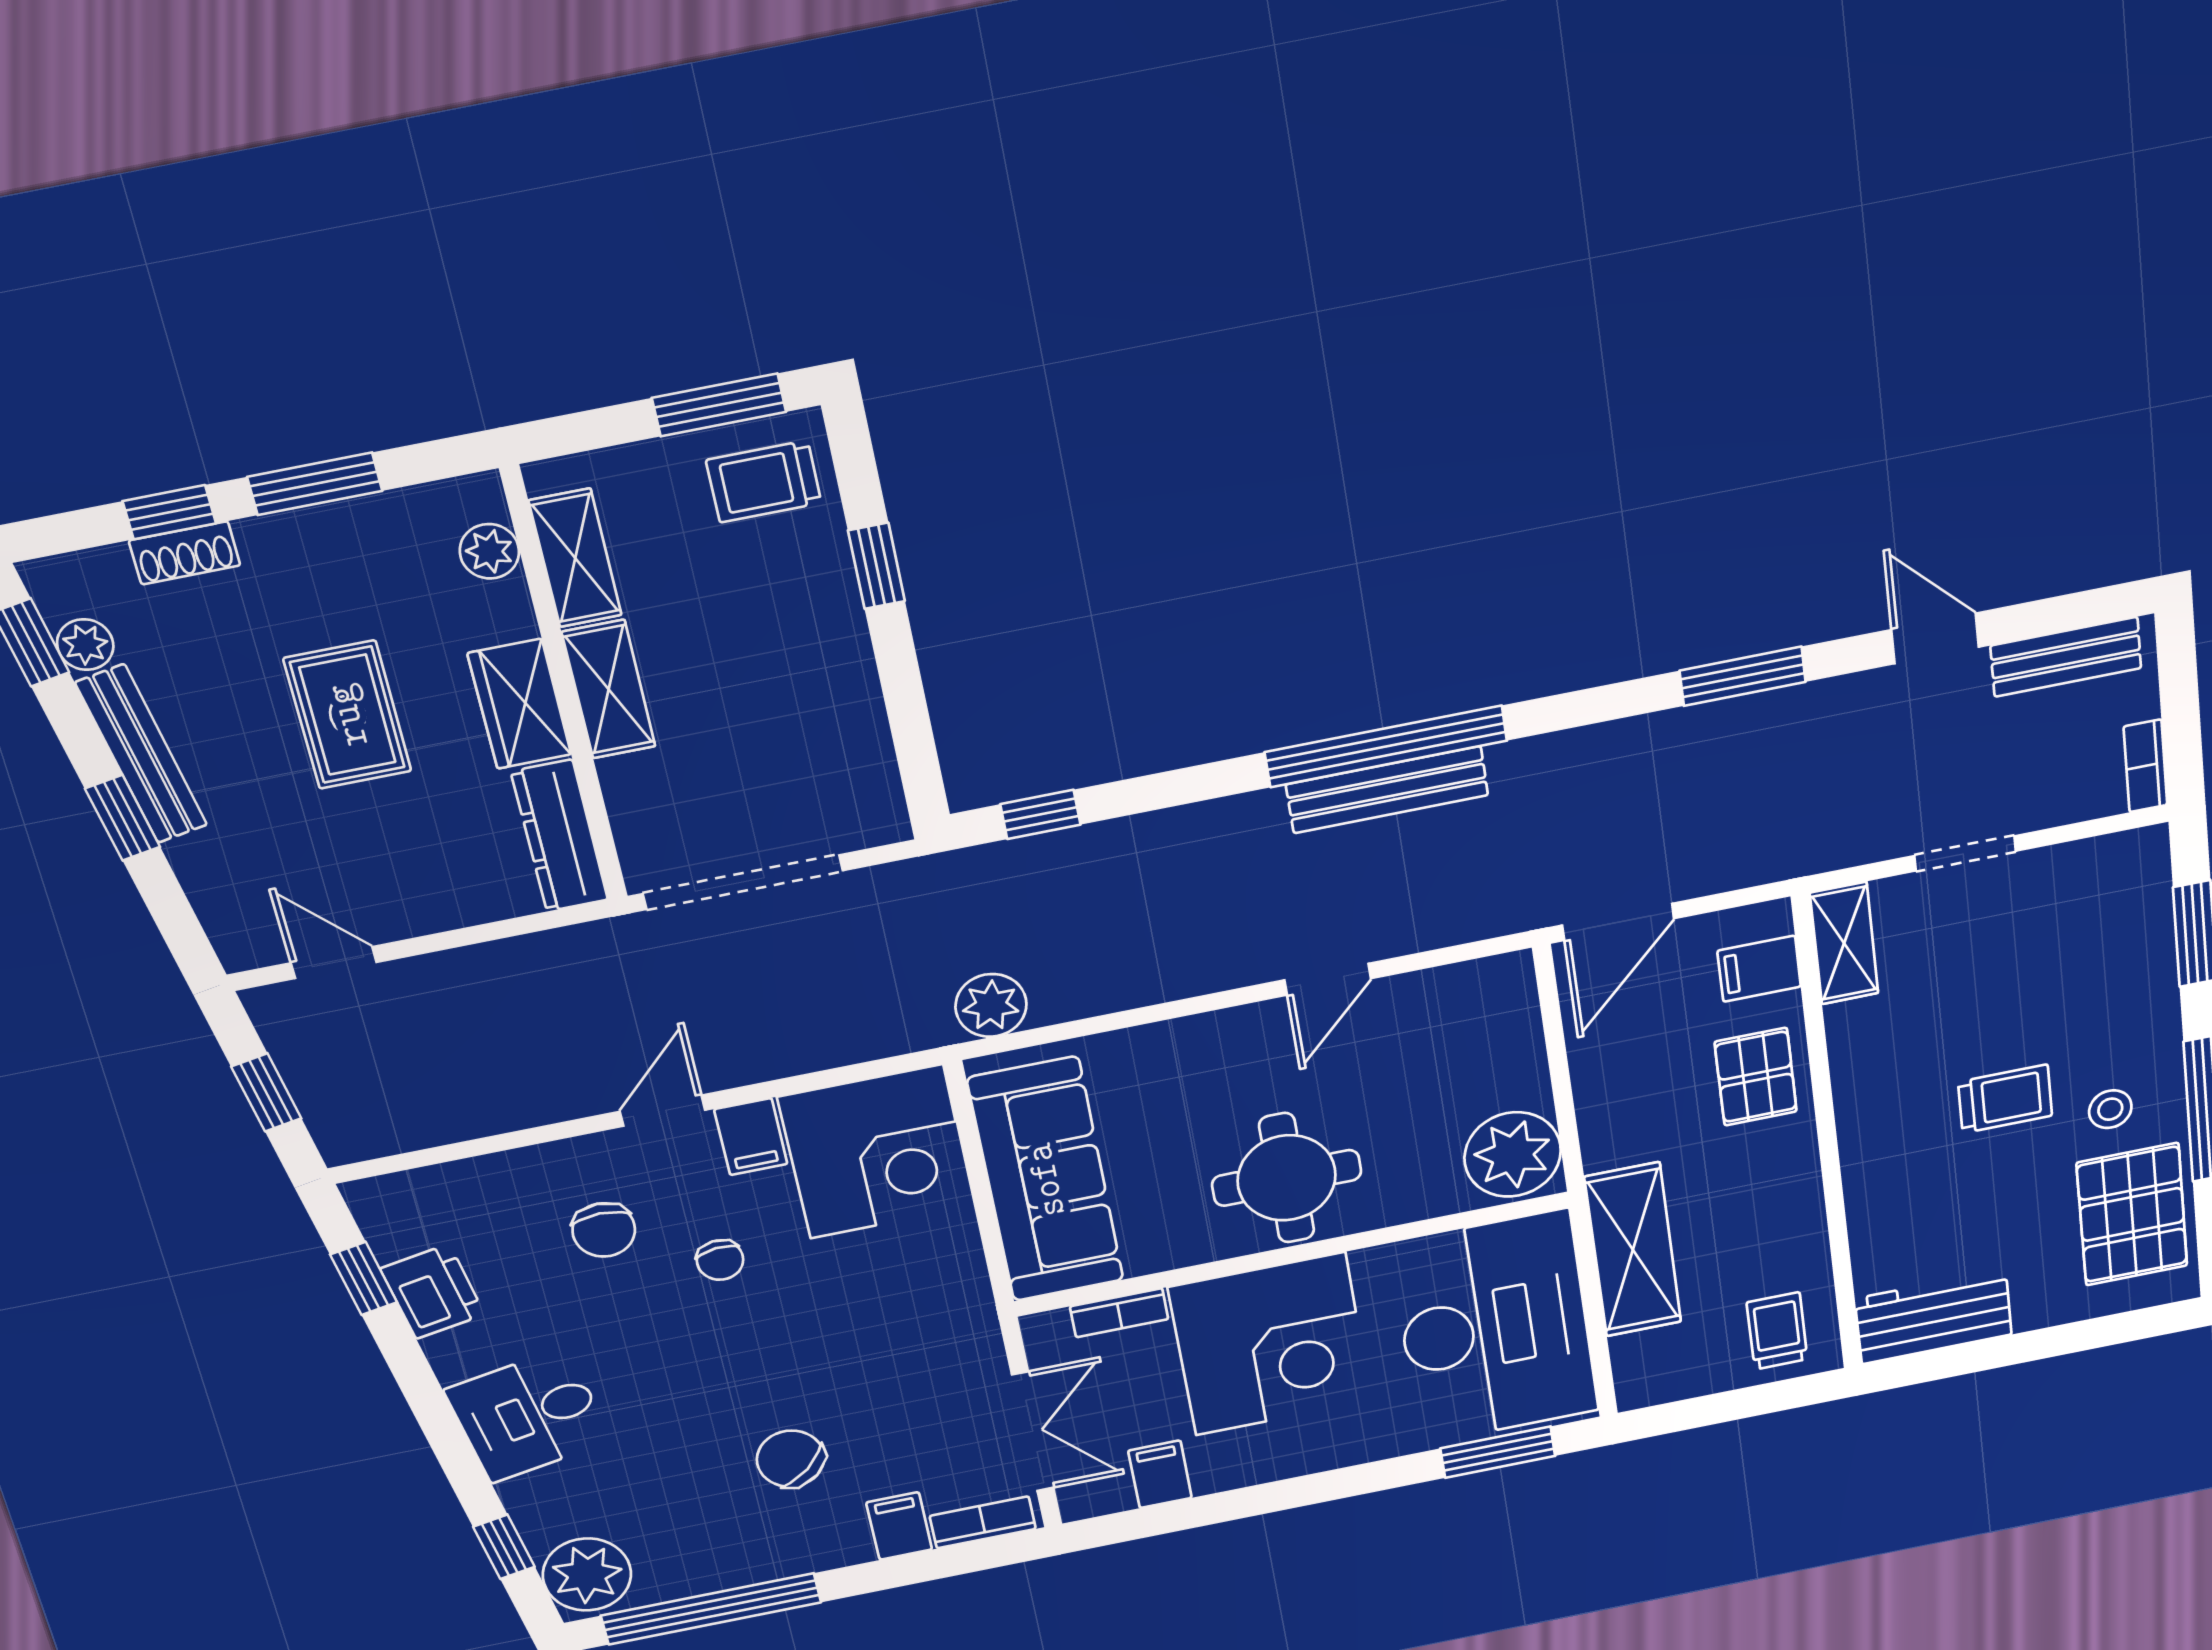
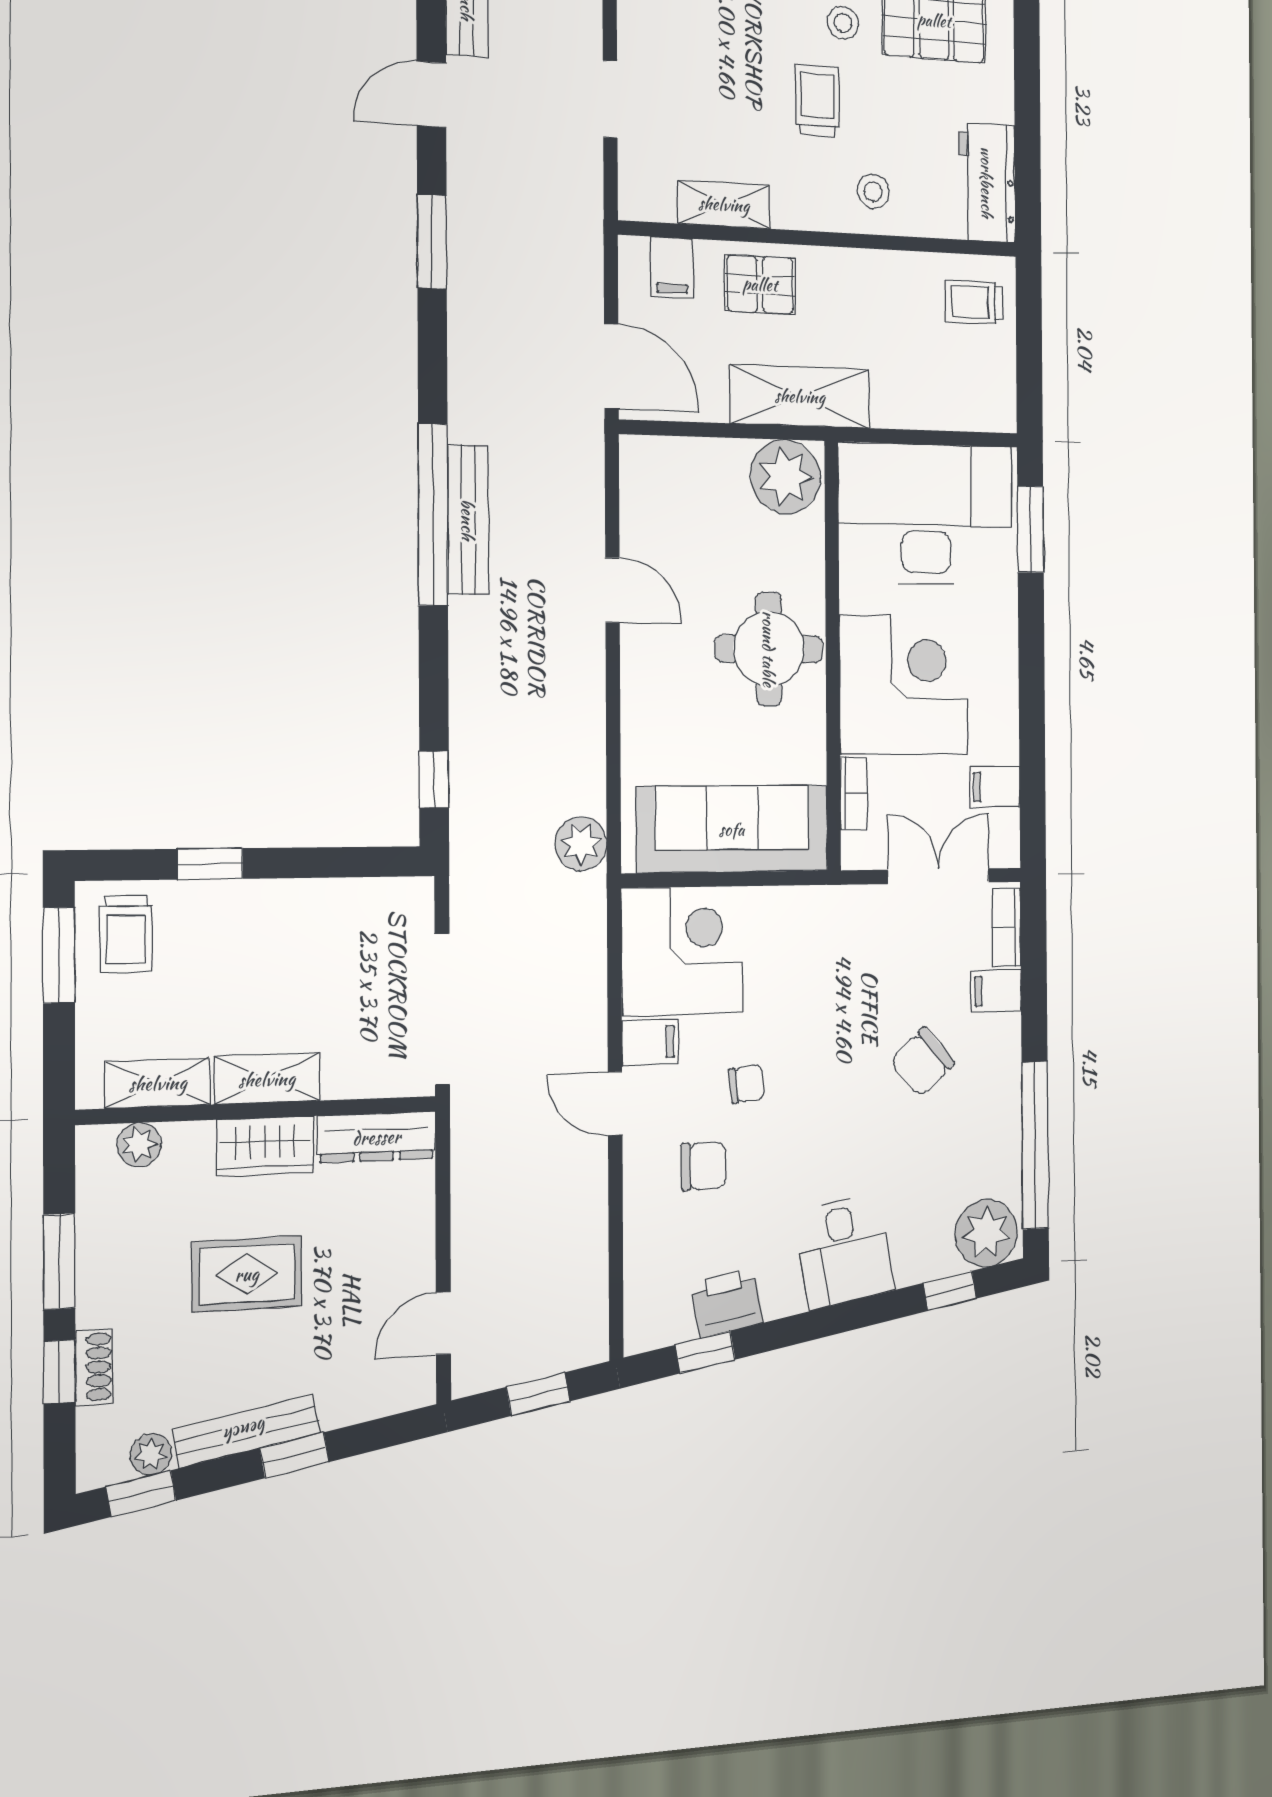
shelving: (1844, 943) -> (724, 204), moved
stool: (1899, 1186) -> (873, 192), added
shelving: (1633, 1250) -> (800, 396), moved

